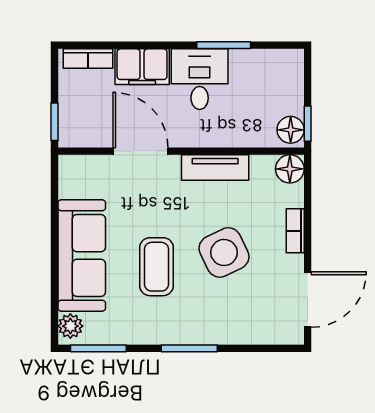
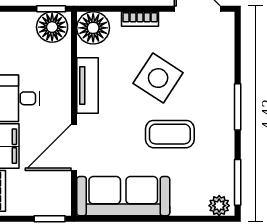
floor lamp: (291, 130) -> (52, 27), width x1.38, depth x1.38
floor lamp: (290, 169) -> (93, 28), width x1.38, depth x1.38
side table: (224, 252) -> (158, 78), turned -31
sofa: (82, 255) -> (123, 196), moved

